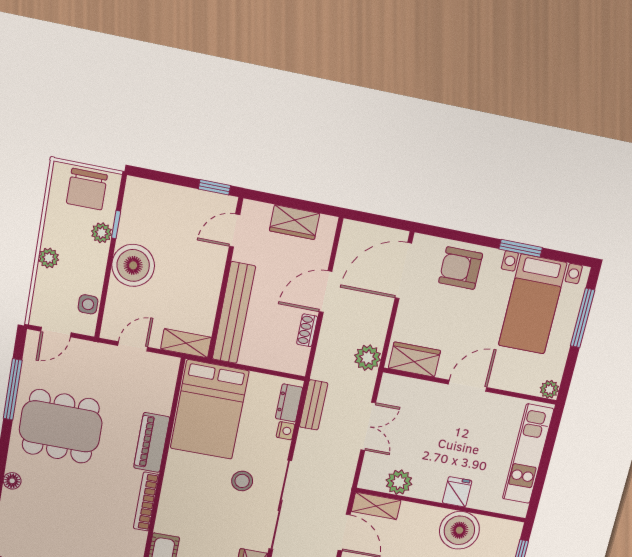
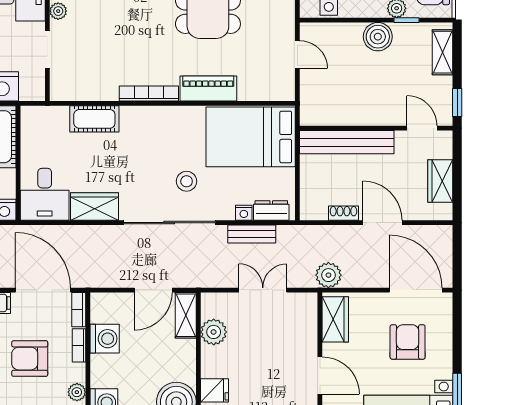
boiler: (133, 265) -> (378, 37), width x0.73, depth x0.73
armchair: (461, 268) -> (408, 342), moved
shelving: (186, 343) -> (442, 52), moved
bench: (314, 405) -> (252, 234), moved
double door: (368, 426) -> (263, 290), swing flipped

